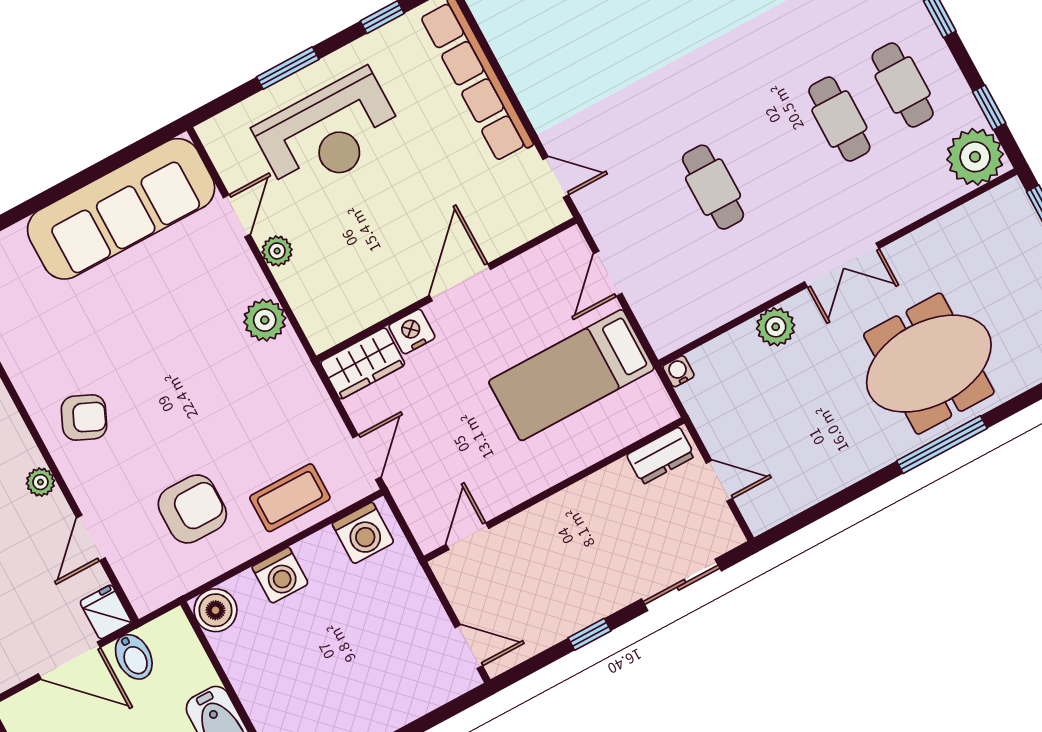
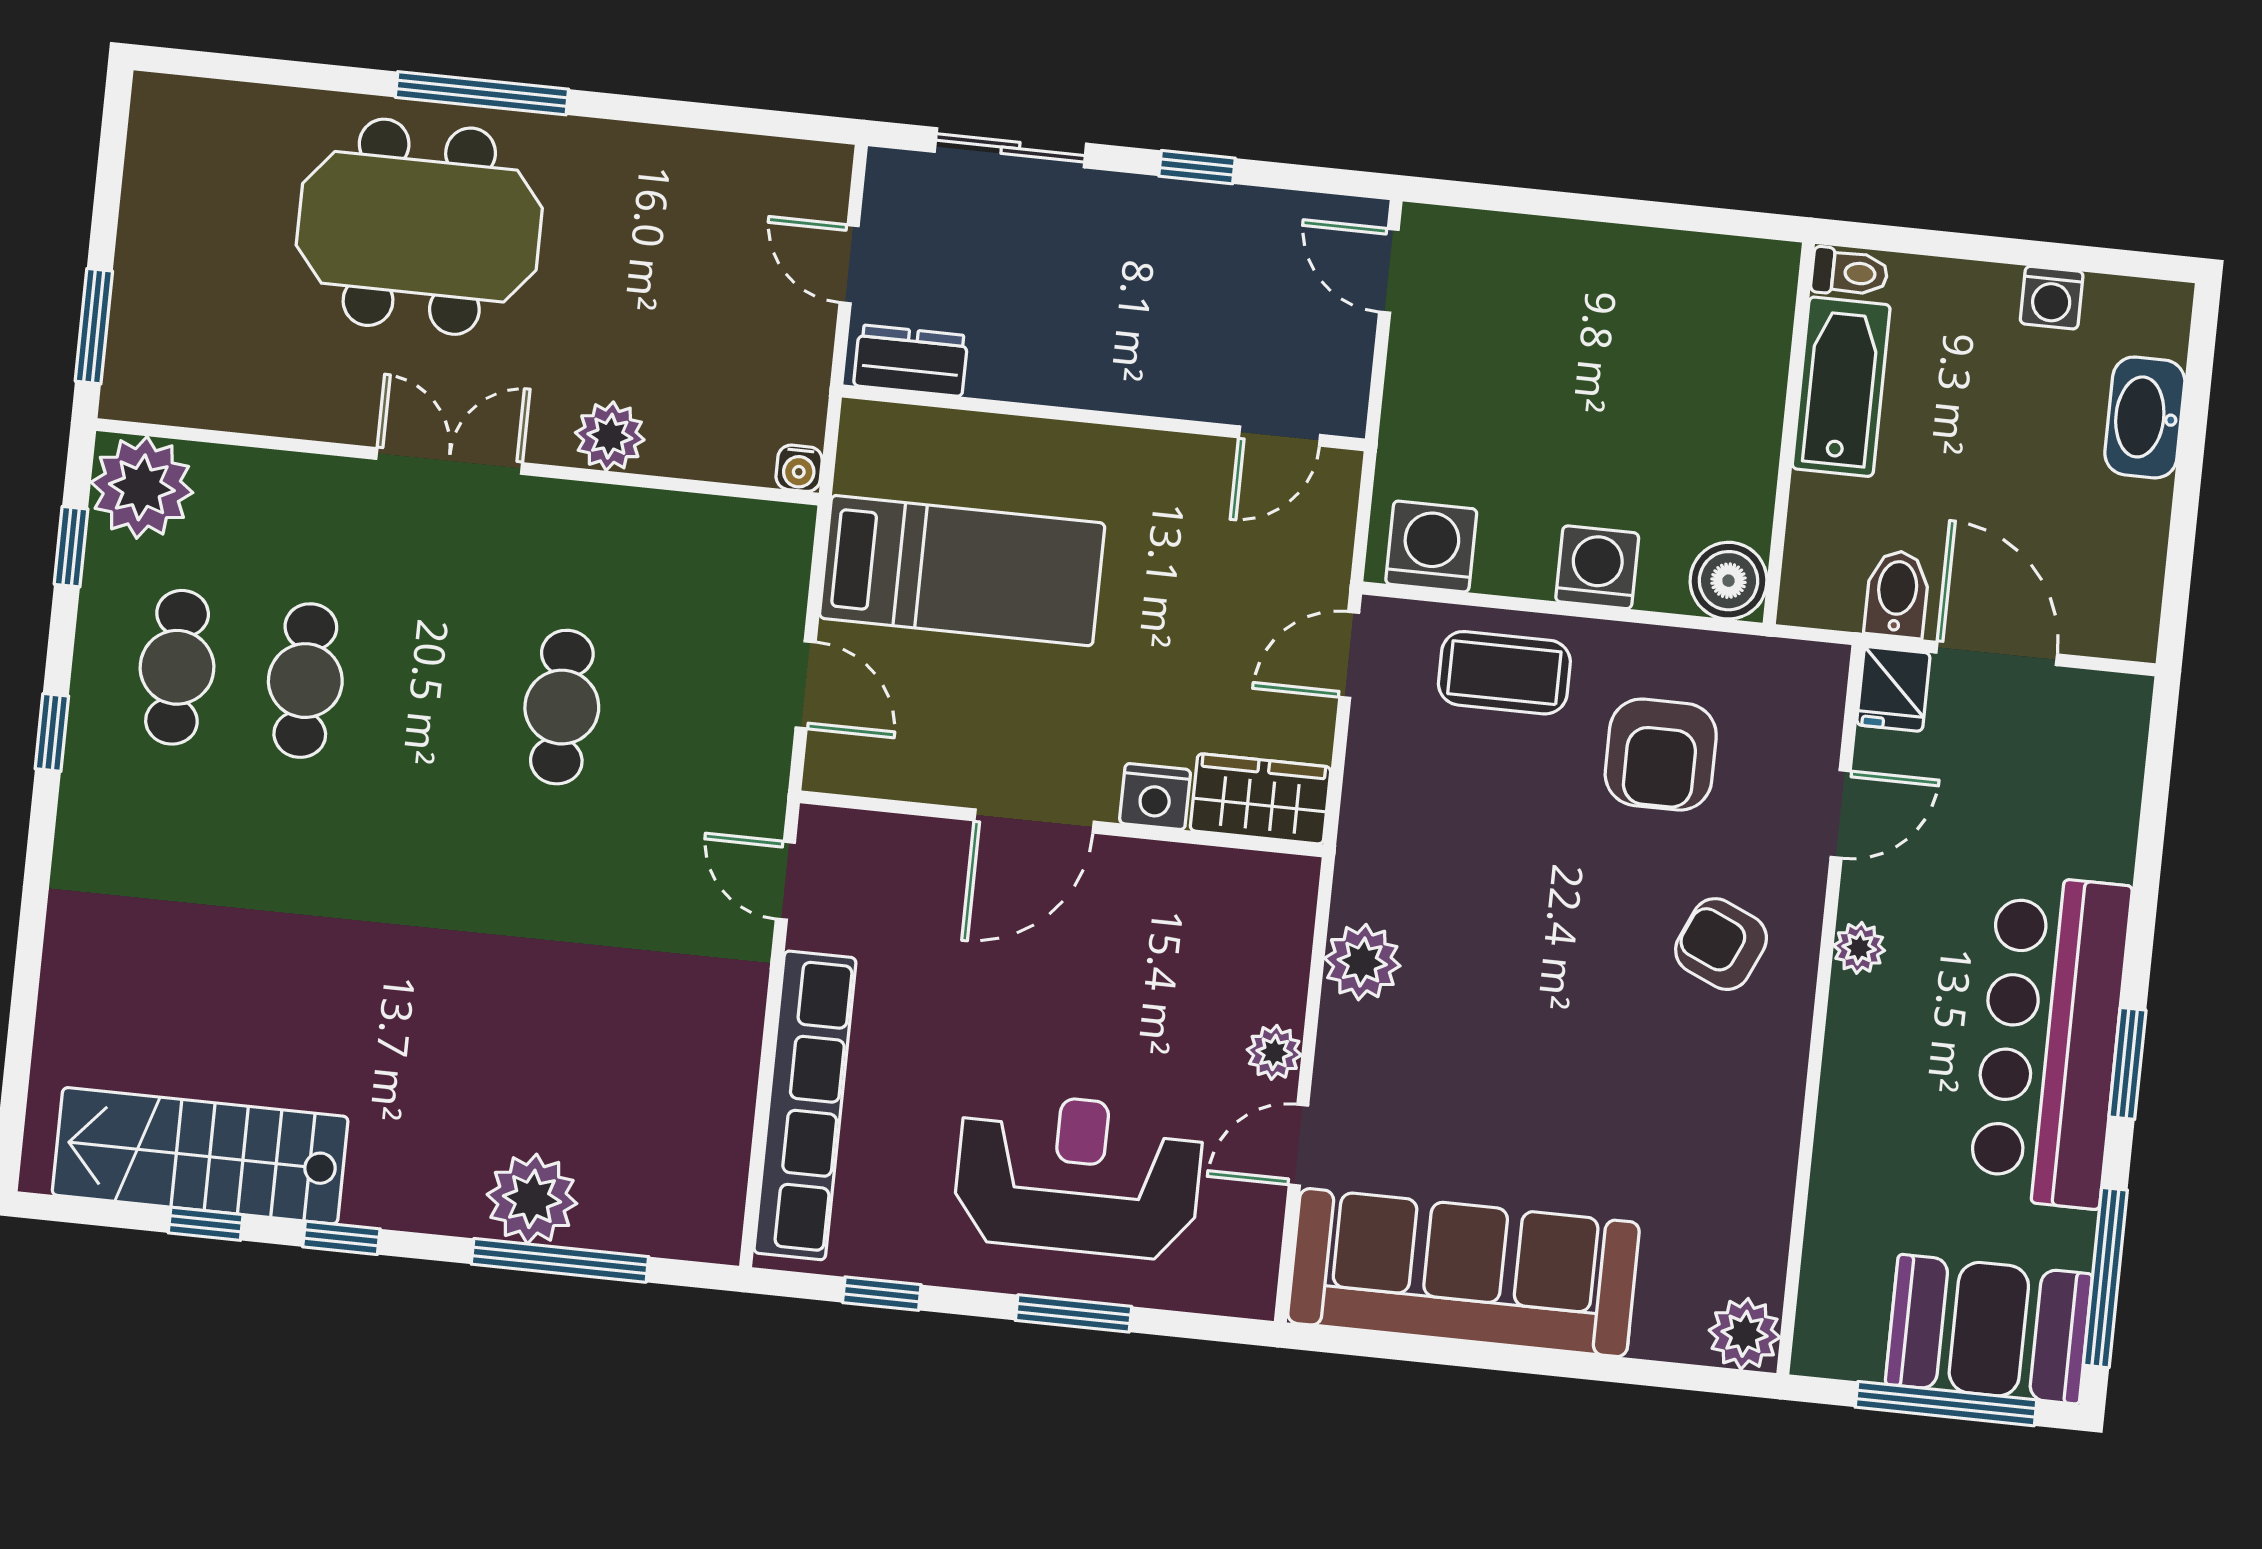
door: (608, 274) -> (806, 685), hinge flipped
armchair: (84, 417) -> (1721, 944), moved
armchair: (192, 509) -> (1661, 755), turned -90

